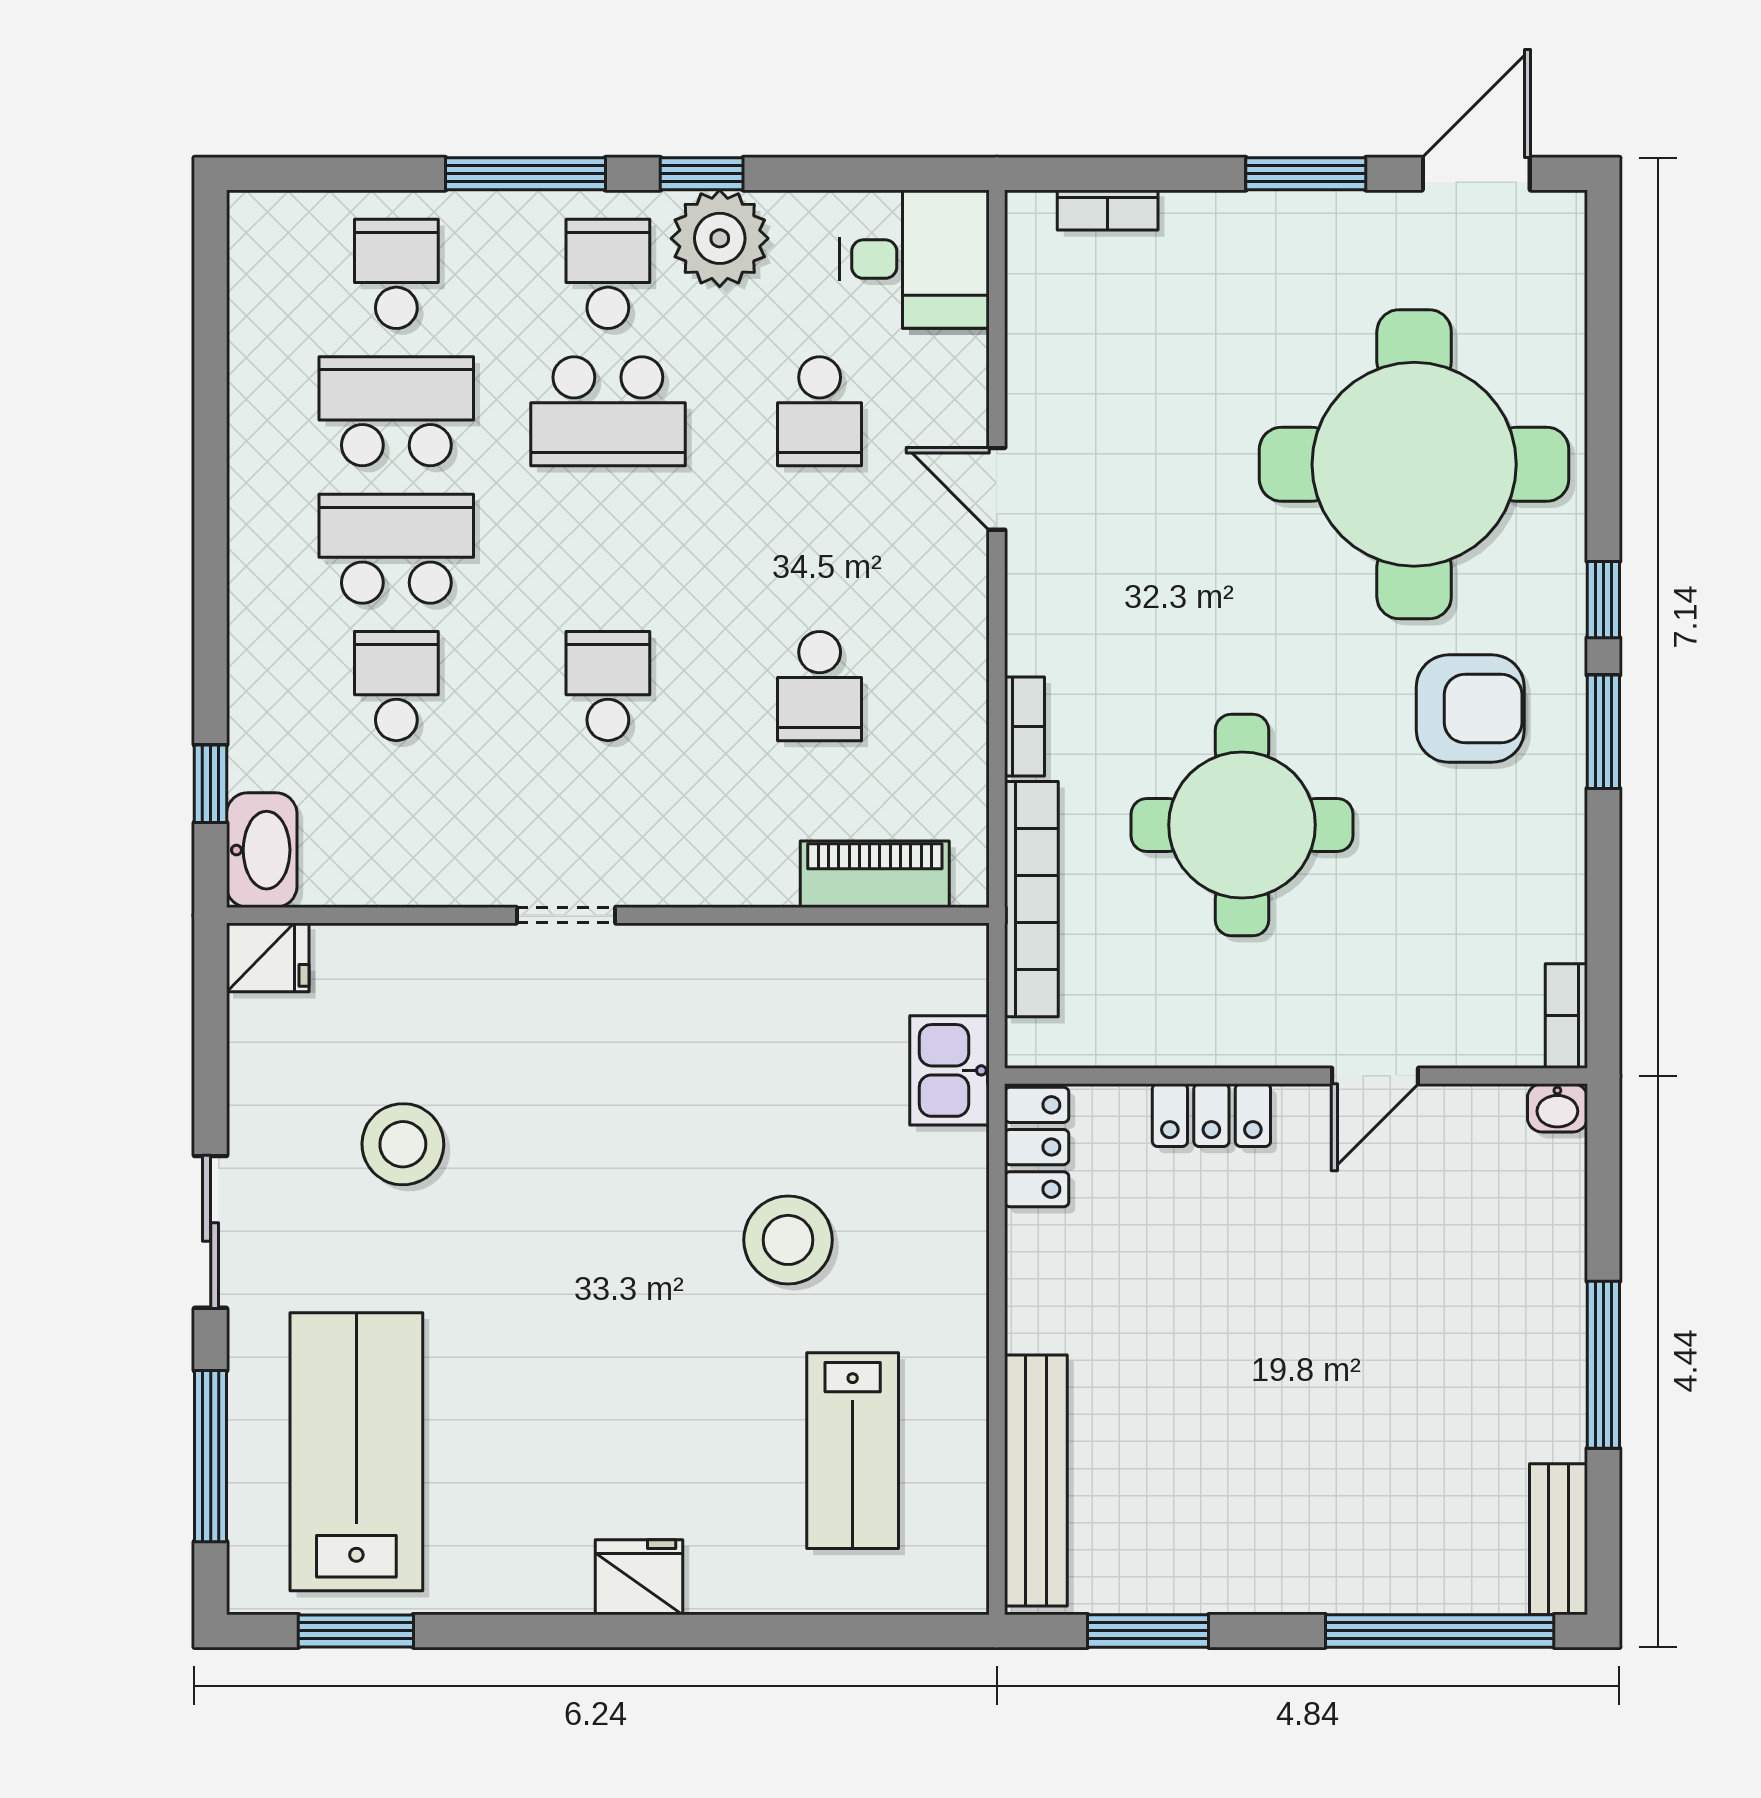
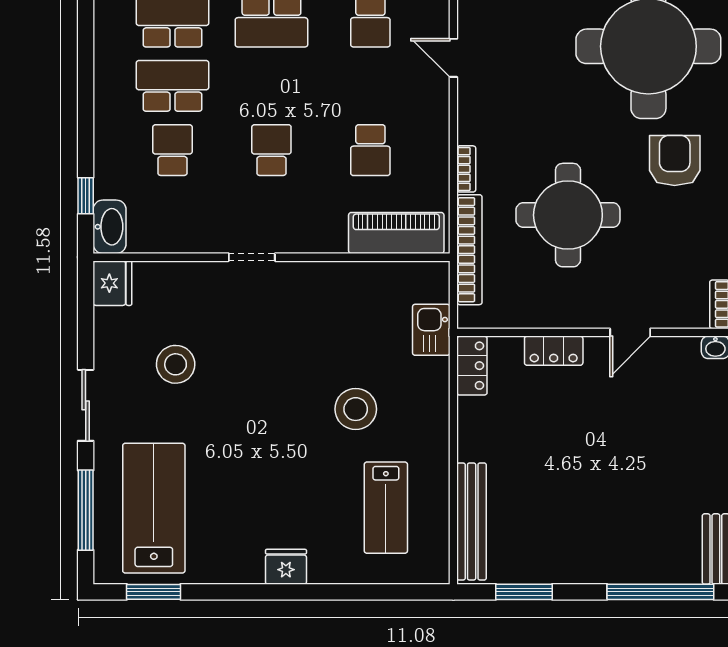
armchair: (1470, 709) -> (675, 161), turned -90
piano: (875, 874) -> (396, 233), width x1.37, depth x1.33
fridge: (268, 957) -> (112, 283), width x1.38

